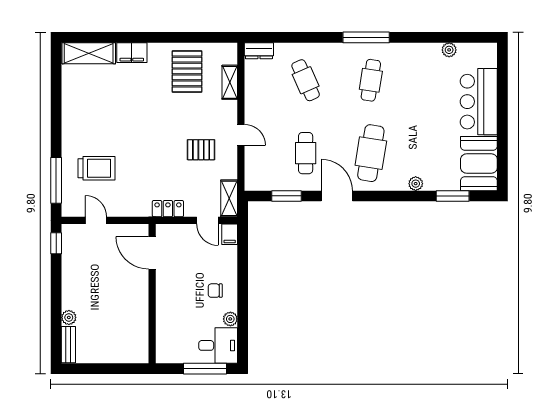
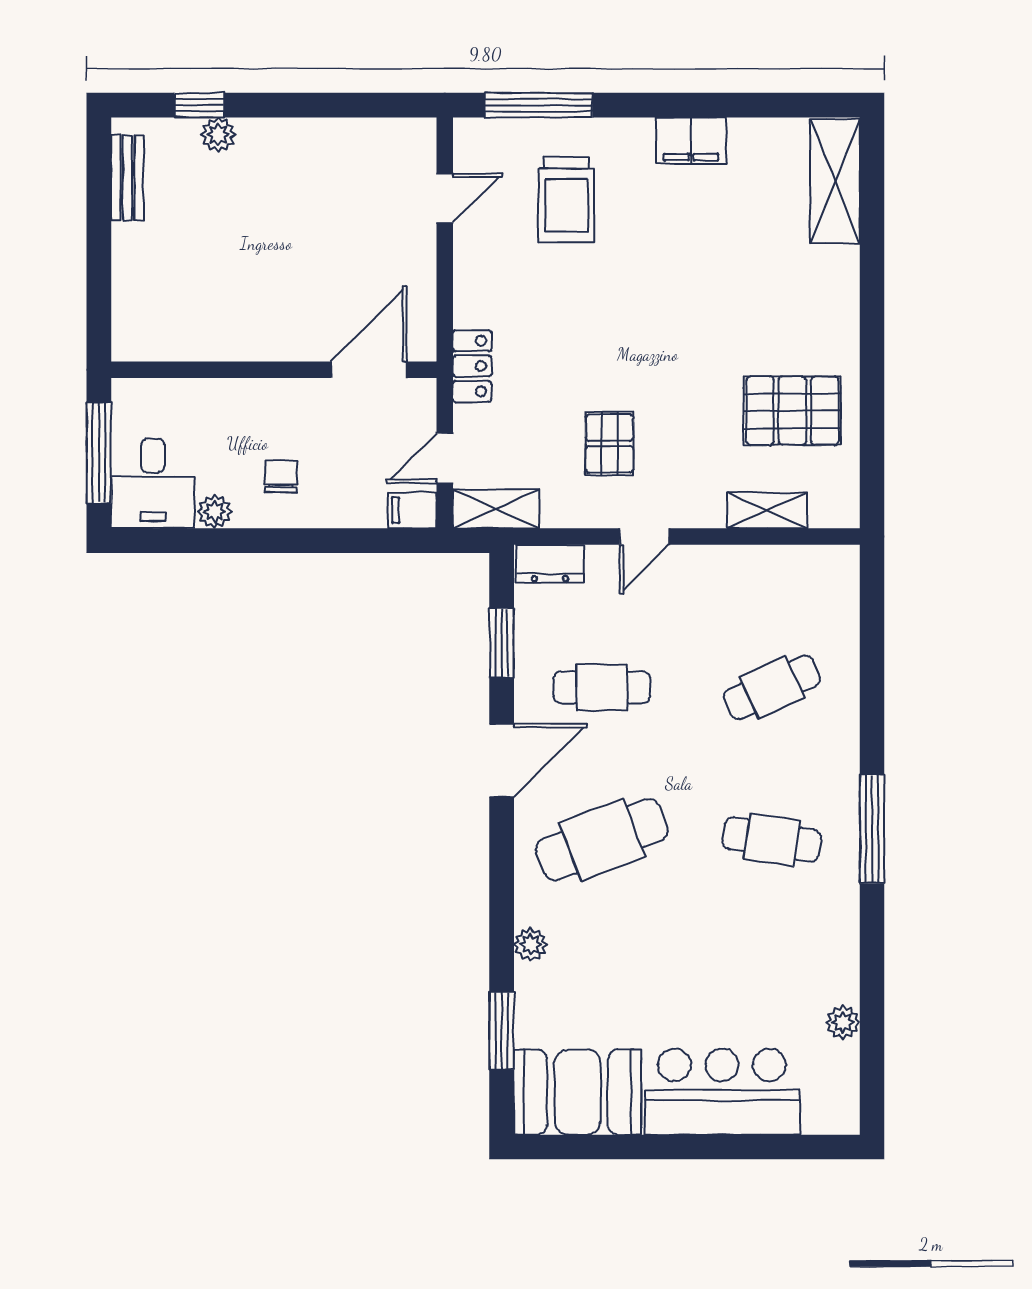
dresser: (259, 51) -> (550, 564), moved, turned -90
filing cabinet: (132, 53) -> (691, 141), moved, turned -90
cafe table: (371, 153) -> (602, 840), turned -30
window: (56, 243) -> (199, 105), moved
door: (152, 253) -> (369, 370), moved
wall: (152, 294) -> (274, 370), moved
bench: (68, 345) -> (127, 178), moved, turned 90

